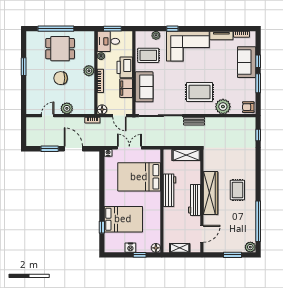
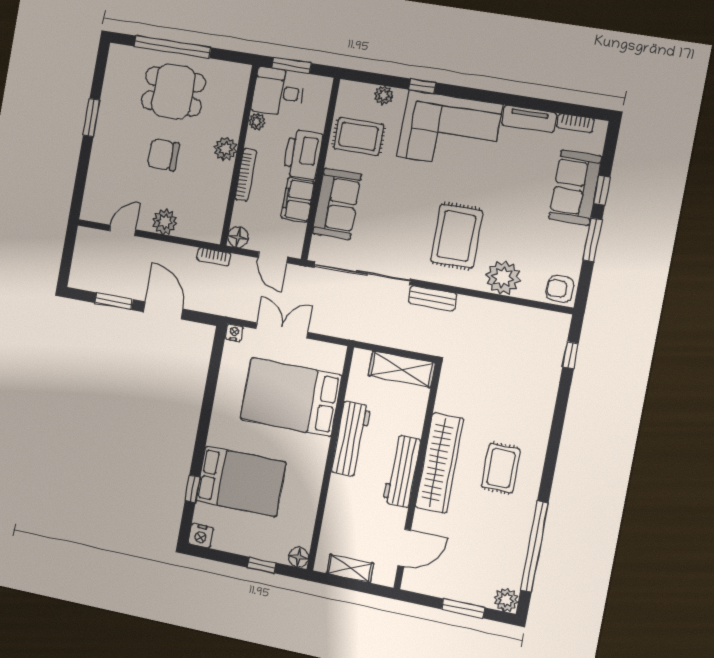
rug: (200, 92) -> (457, 236), turned 90
nightstand: (130, 248) -> (201, 536), moved

